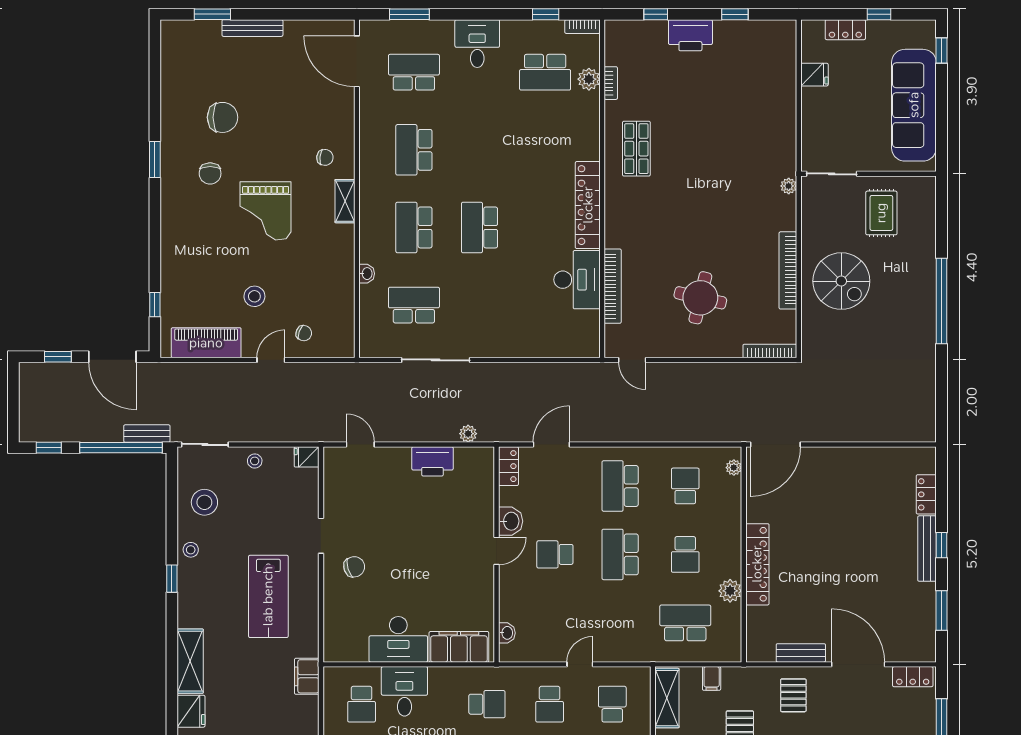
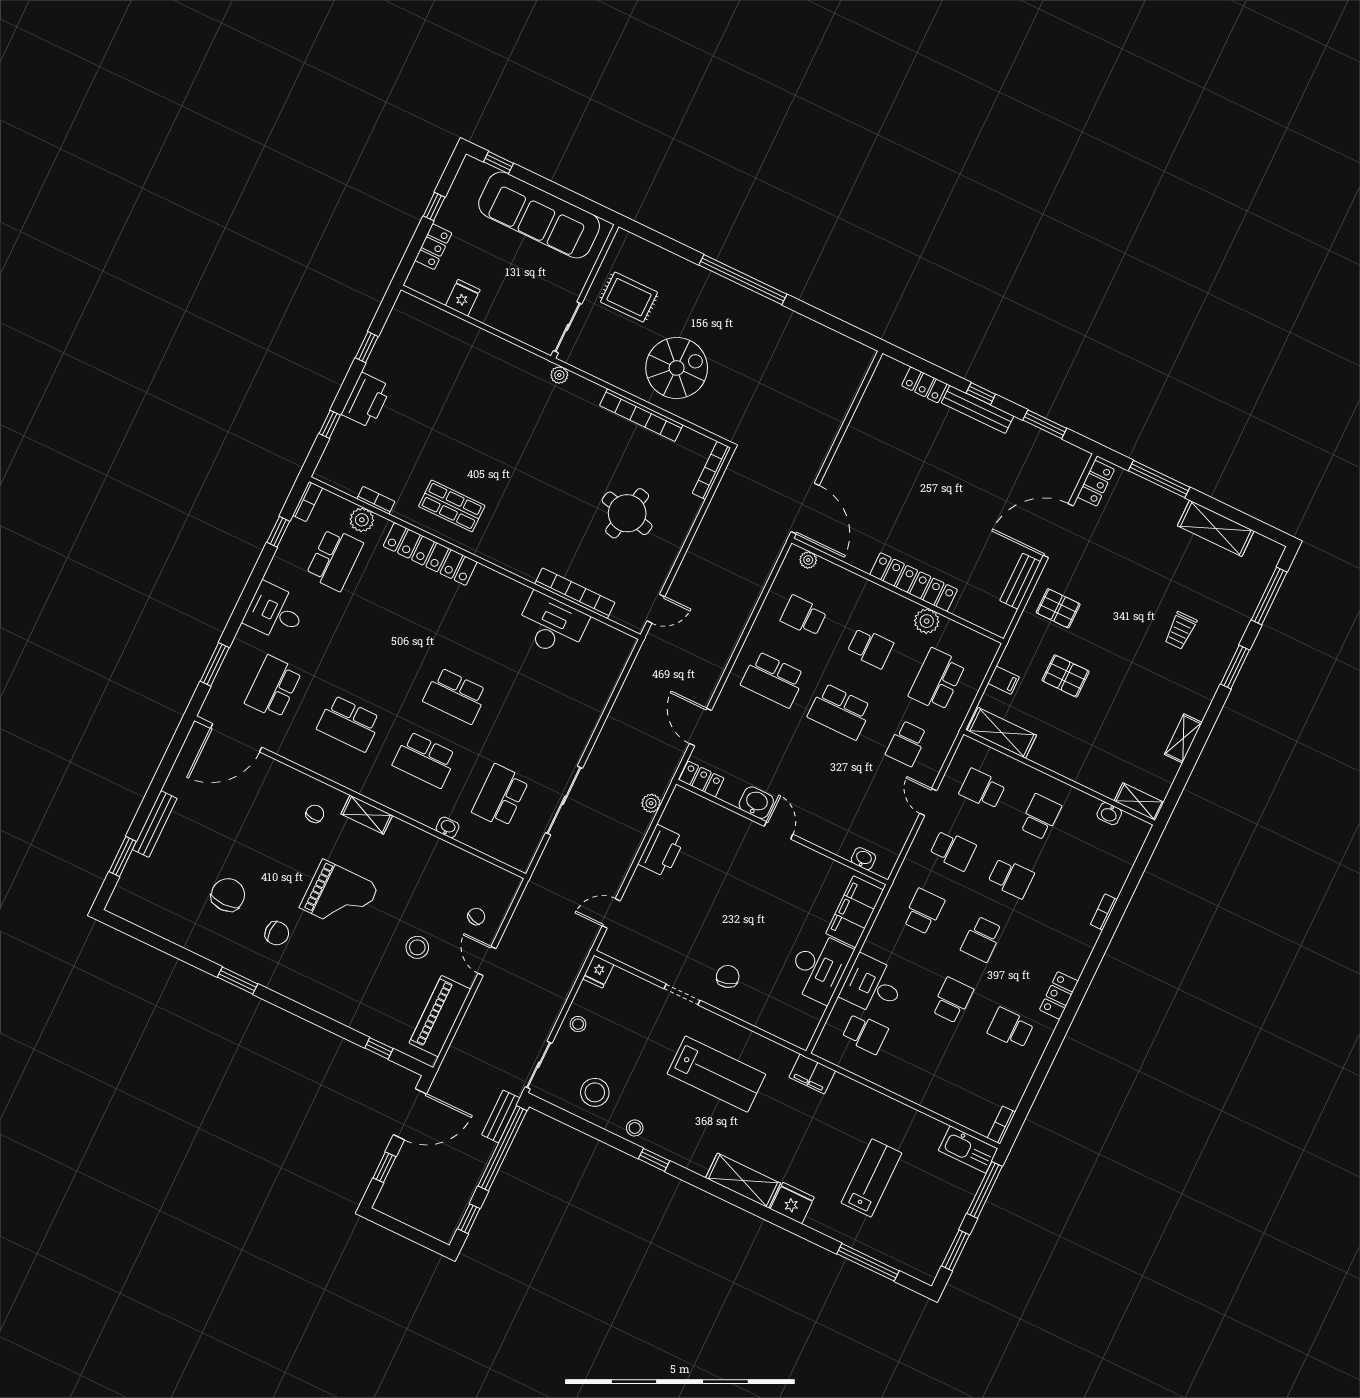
locker: (588, 205) -> (430, 554), moved
school desk: (555, 554) -> (907, 743), moved

